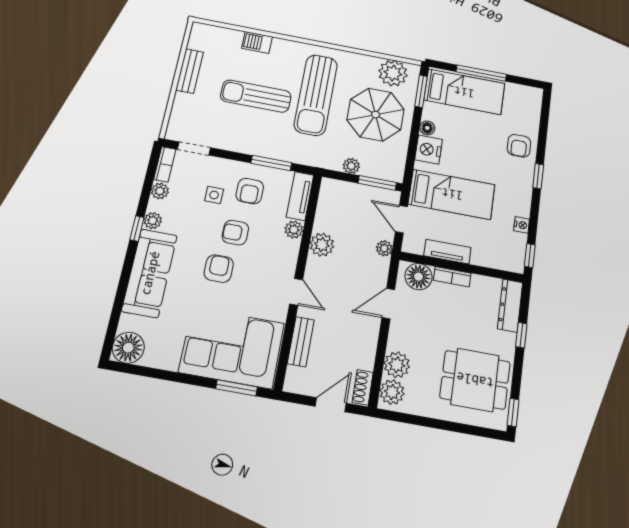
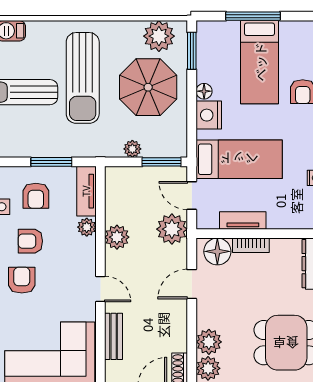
bed: (464, 92) -> (260, 62), moved, turned 90
plant: (384, 248) -> (172, 229), width x1.88, depth x1.88

